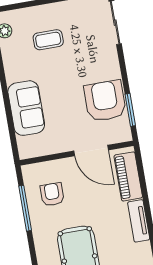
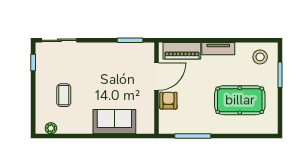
armchair: (105, 101) -> (120, 59), removed
armchair: (52, 194) -> (168, 101), moved, turned 90

